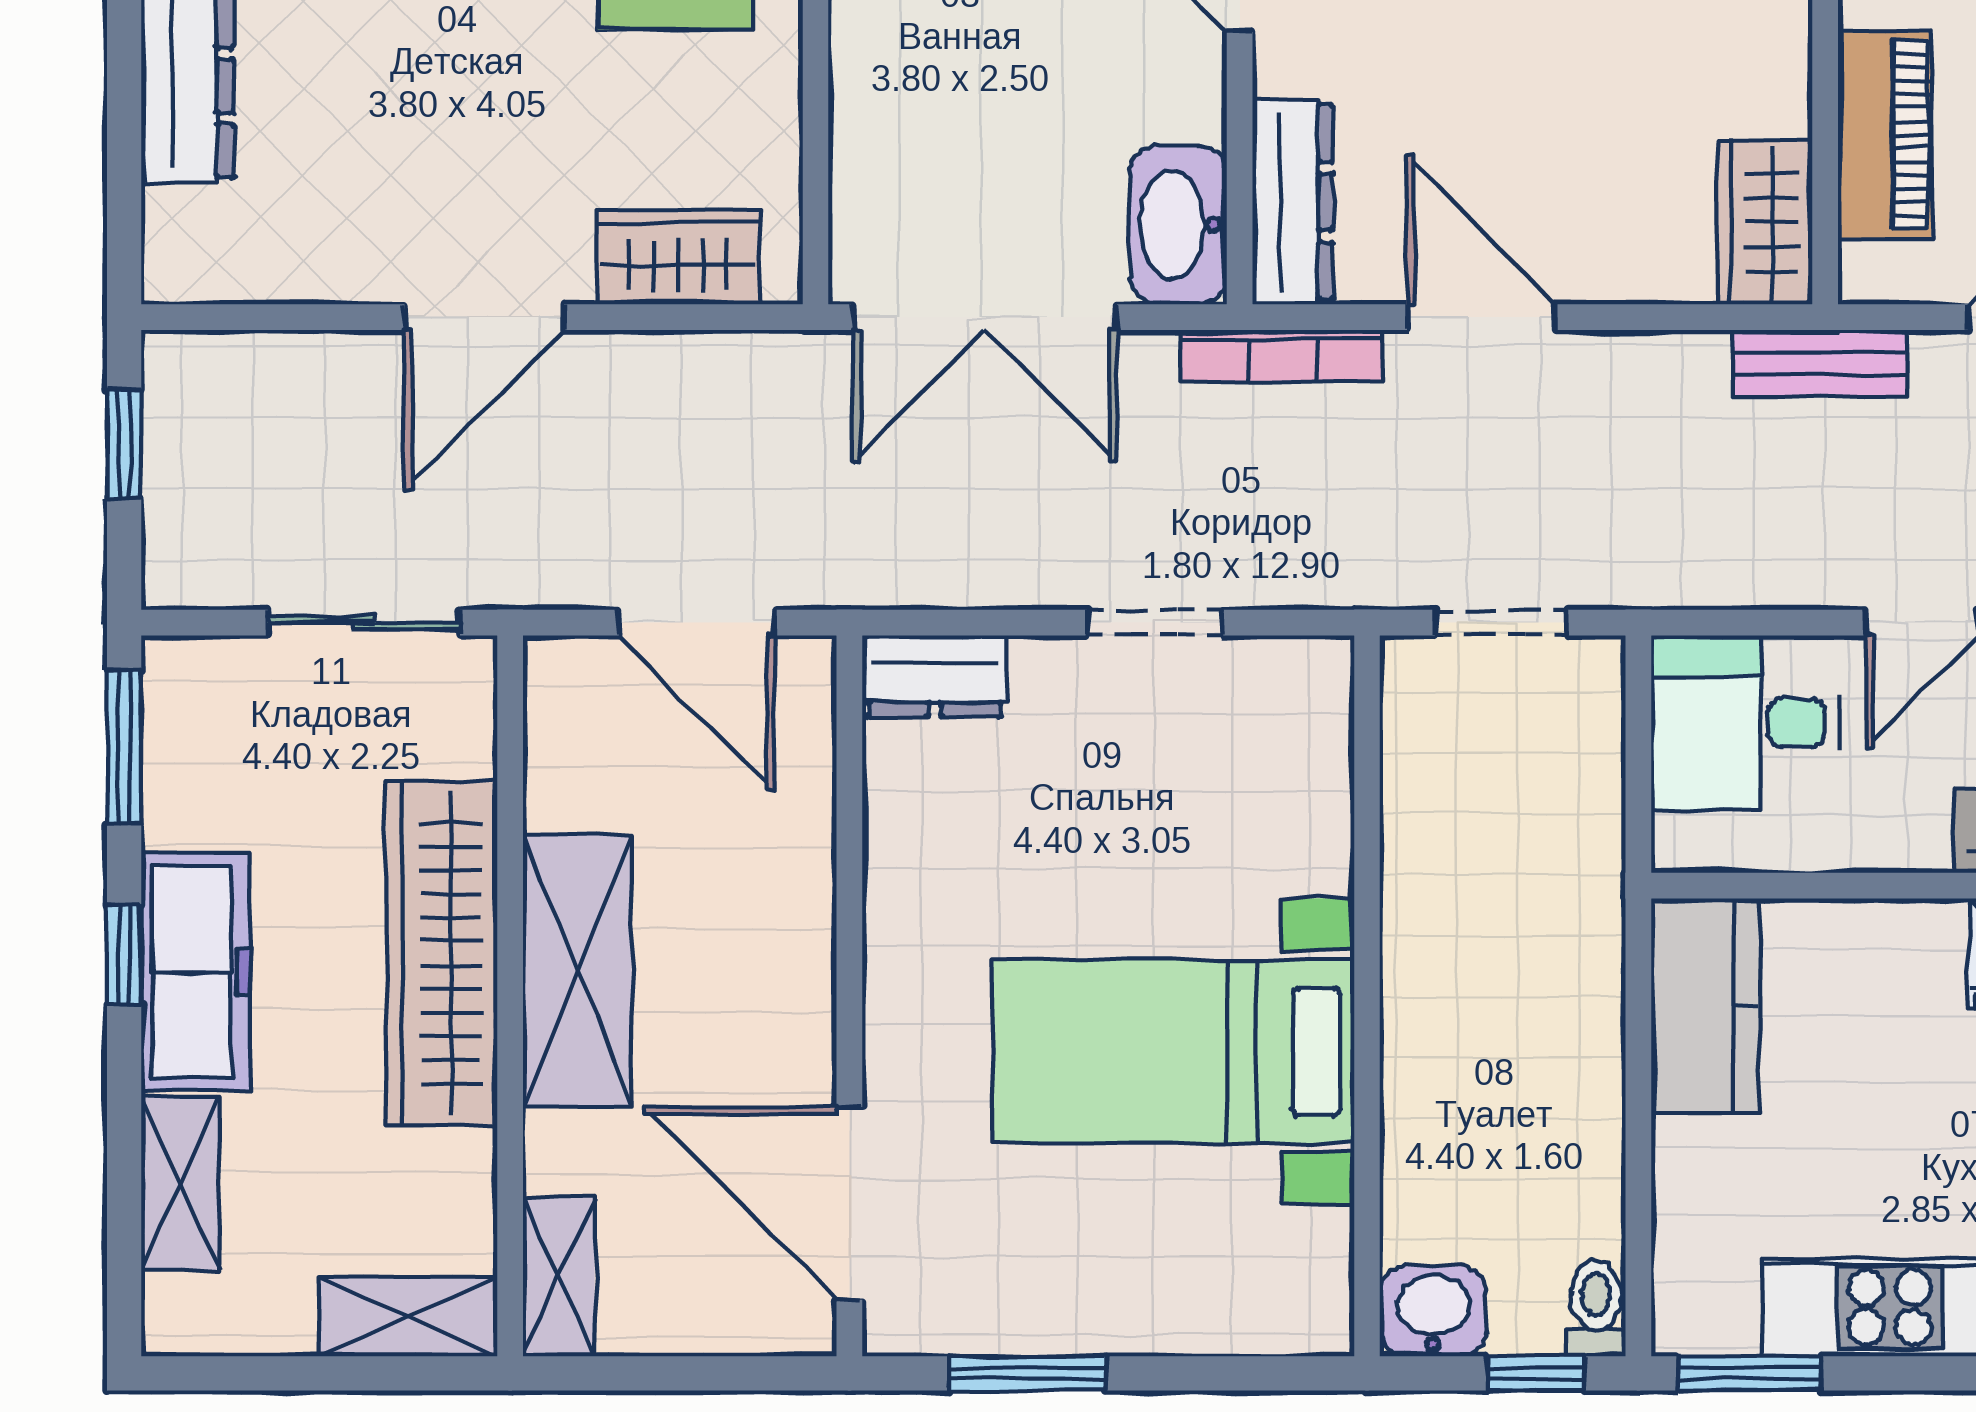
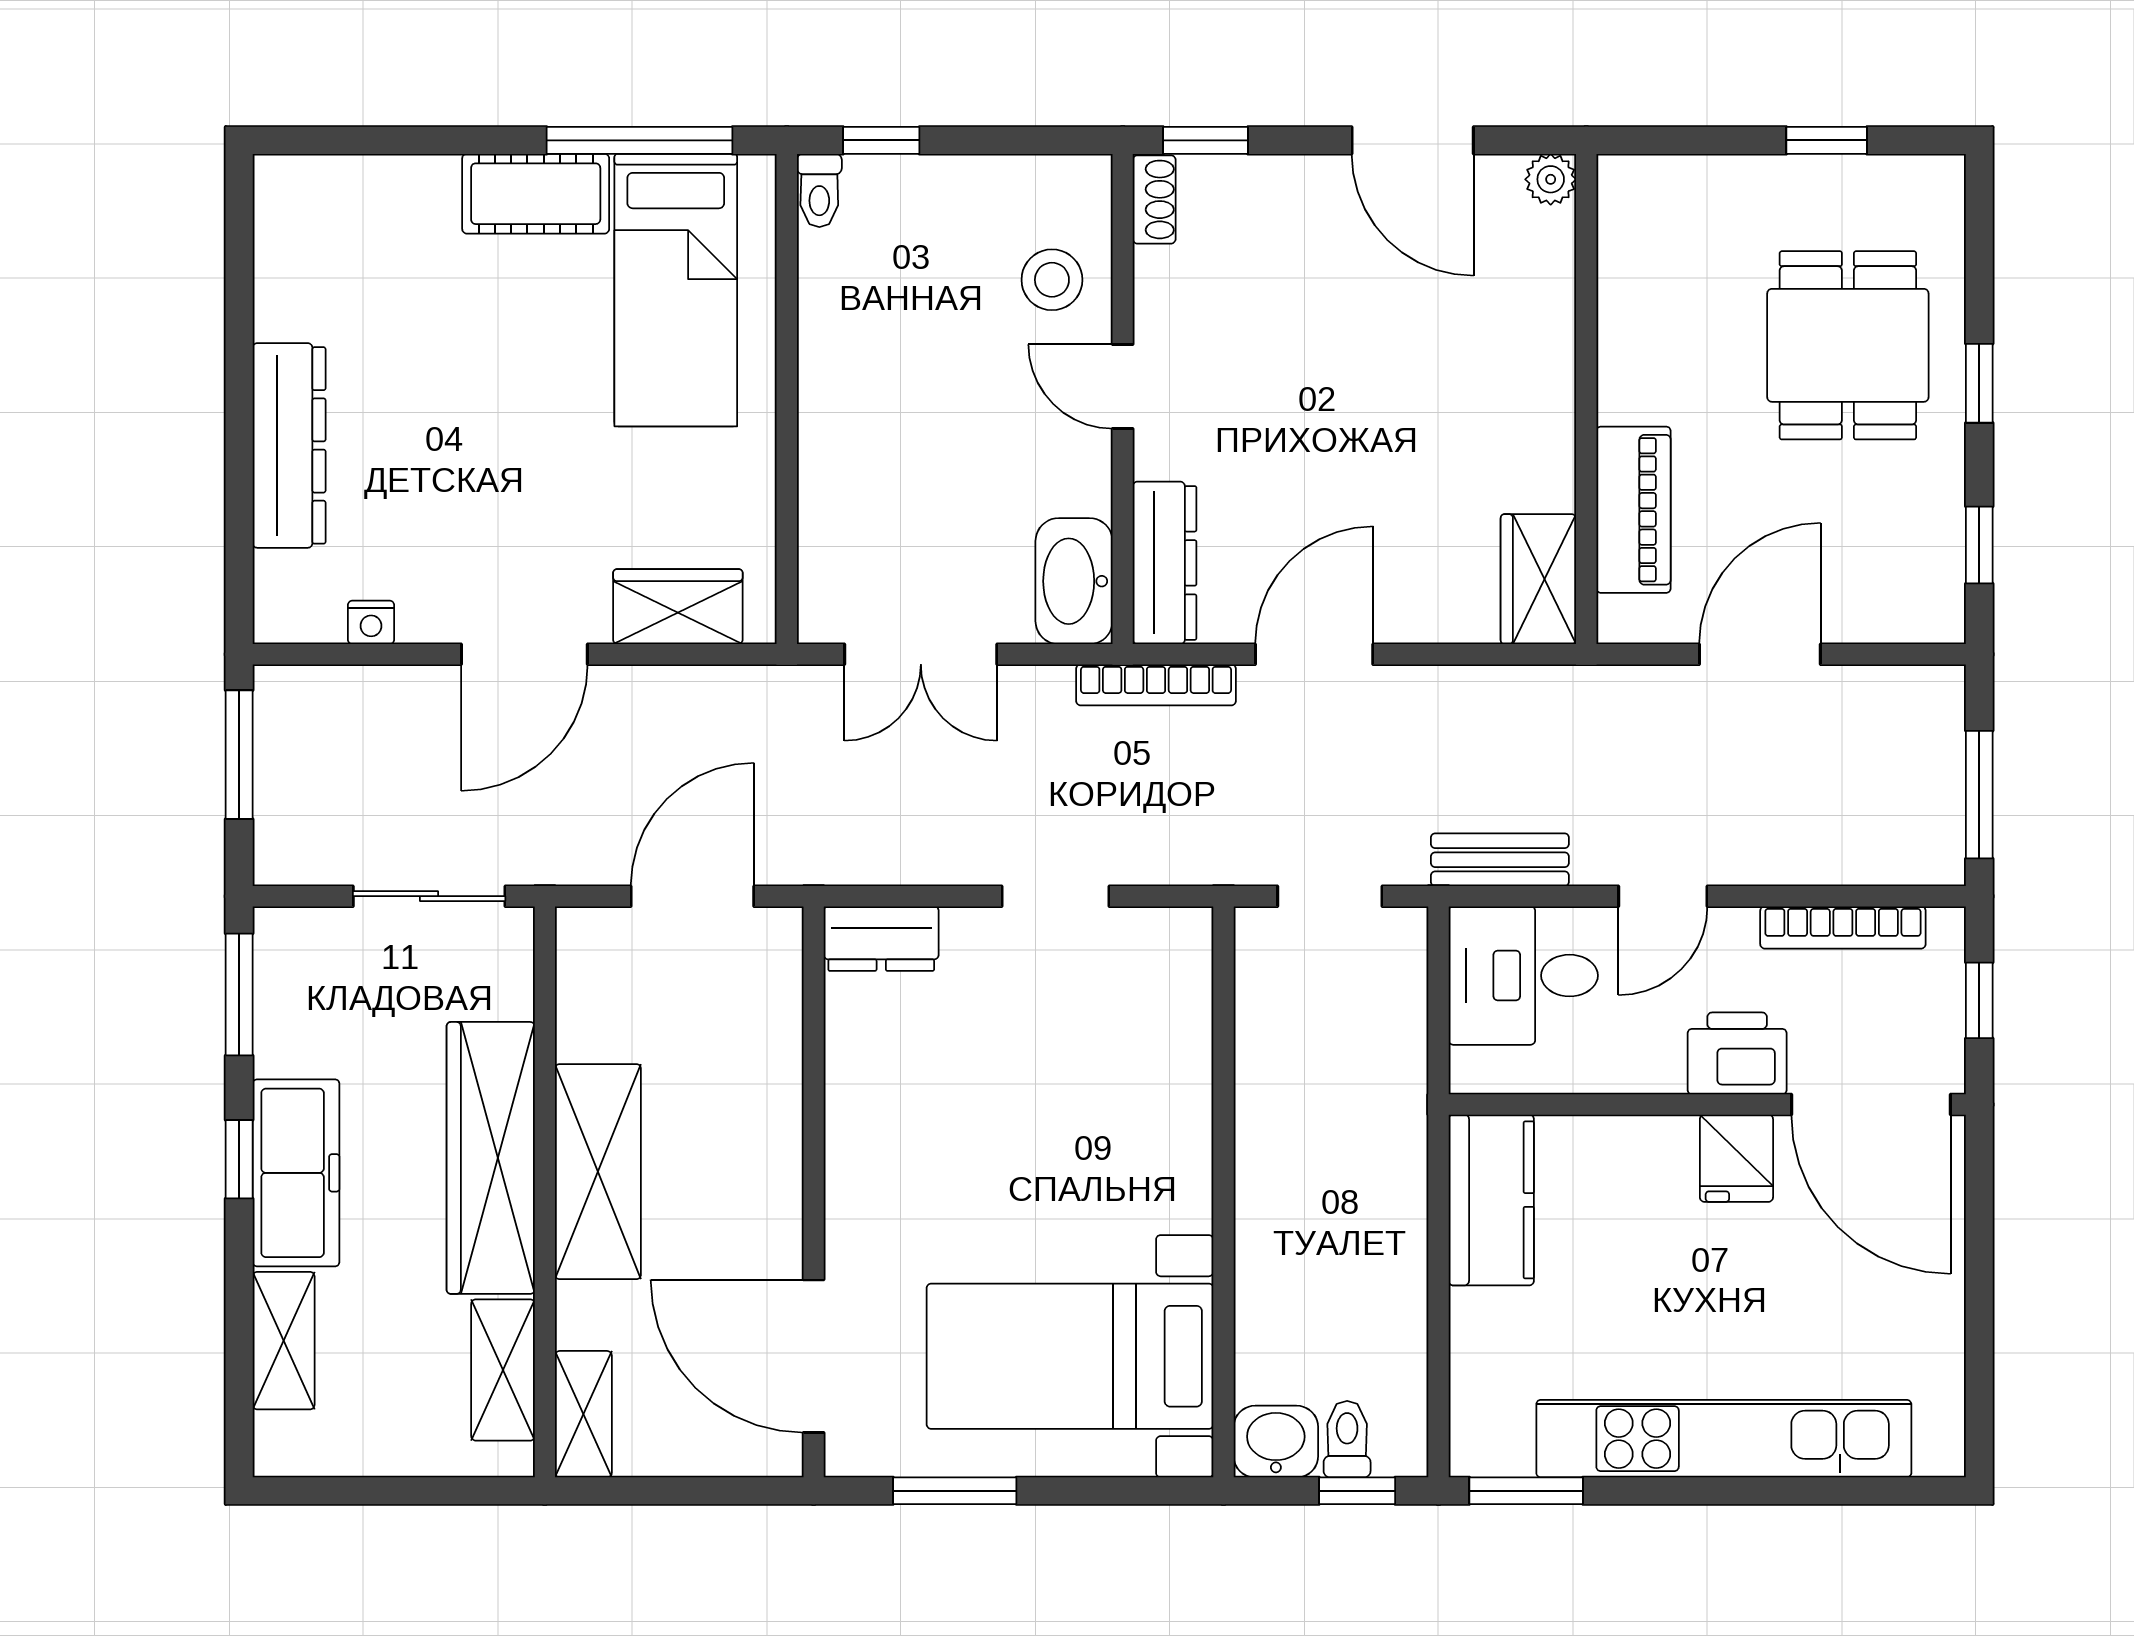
nightstand: (291, 277) -> (371, 622), added
double door: (985, 317) -> (921, 654), width x0.73
door: (1481, 317) -> (1314, 654), hinge flipped
bench: (1820, 363) -> (1500, 860), moved
window: (124, 444) -> (239, 755), width x1.50
door: (696, 623) -> (692, 896), swing flipped
bed with nightstands: (1173, 1051) -> (1070, 1356), moved
toilet: (1596, 1308) -> (1347, 1439), moved
shelving: (408, 1316) -> (503, 1370), moved, turned 90

